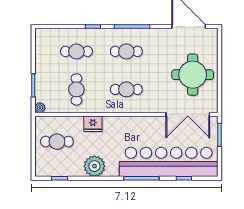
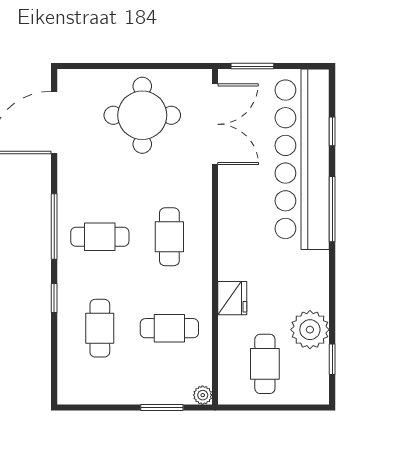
cafe table: (126, 51) -> (100, 237), turned 90
plant: (94, 166) -> (310, 330), moved

